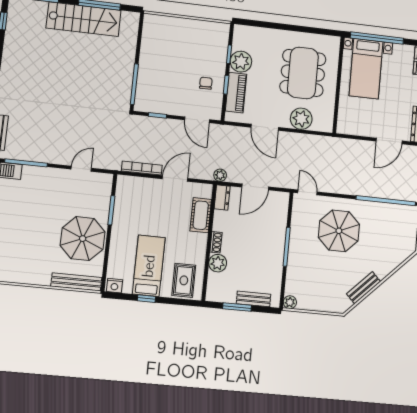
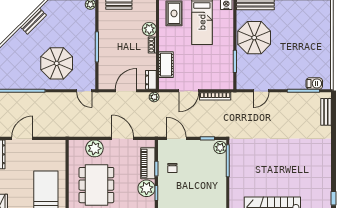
plant: (142, 102) -> (220, 148), added

